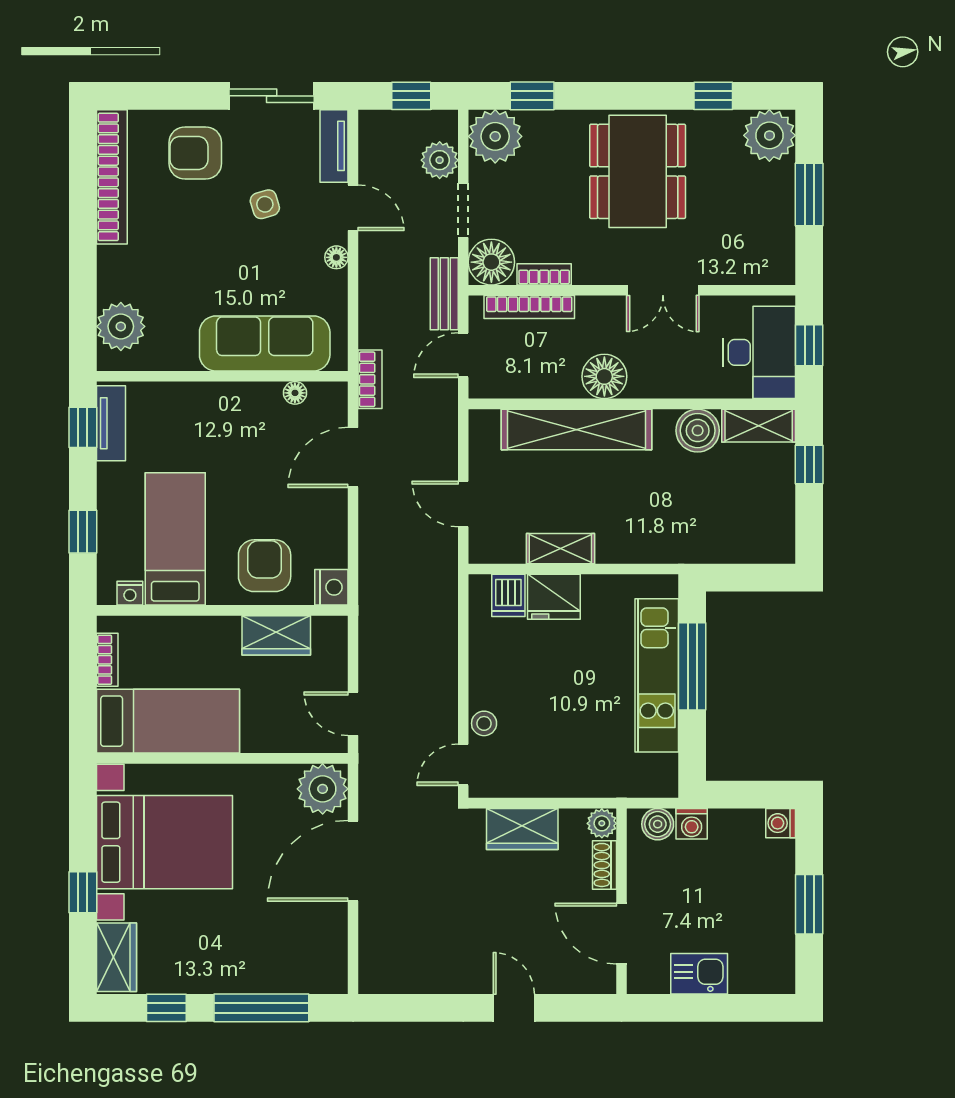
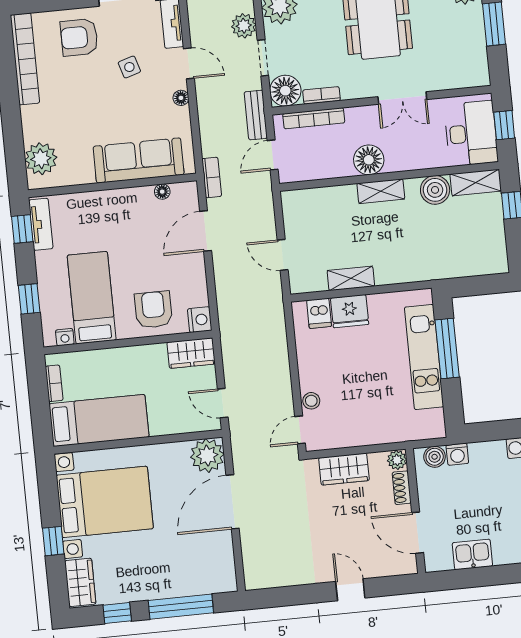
shelving: (576, 429) -> (381, 191), width x0.45, depth x0.75
wardrobe: (276, 635) -> (191, 353), moved

